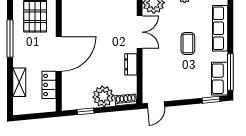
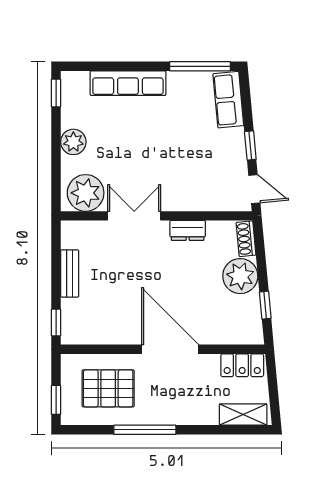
coffee table: (188, 43) -> (153, 136), removed
row of seats: (220, 79) -> (228, 100), moved, turned 85
shelving: (19, 82) -> (243, 415), moved
locker: (49, 85) -> (242, 365), moved
window: (211, 100) -> (250, 145), moved

